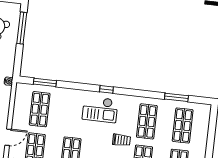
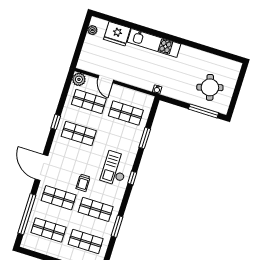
window: (45, 82) -> (145, 138), moved
window: (176, 97) -> (117, 226), moved

